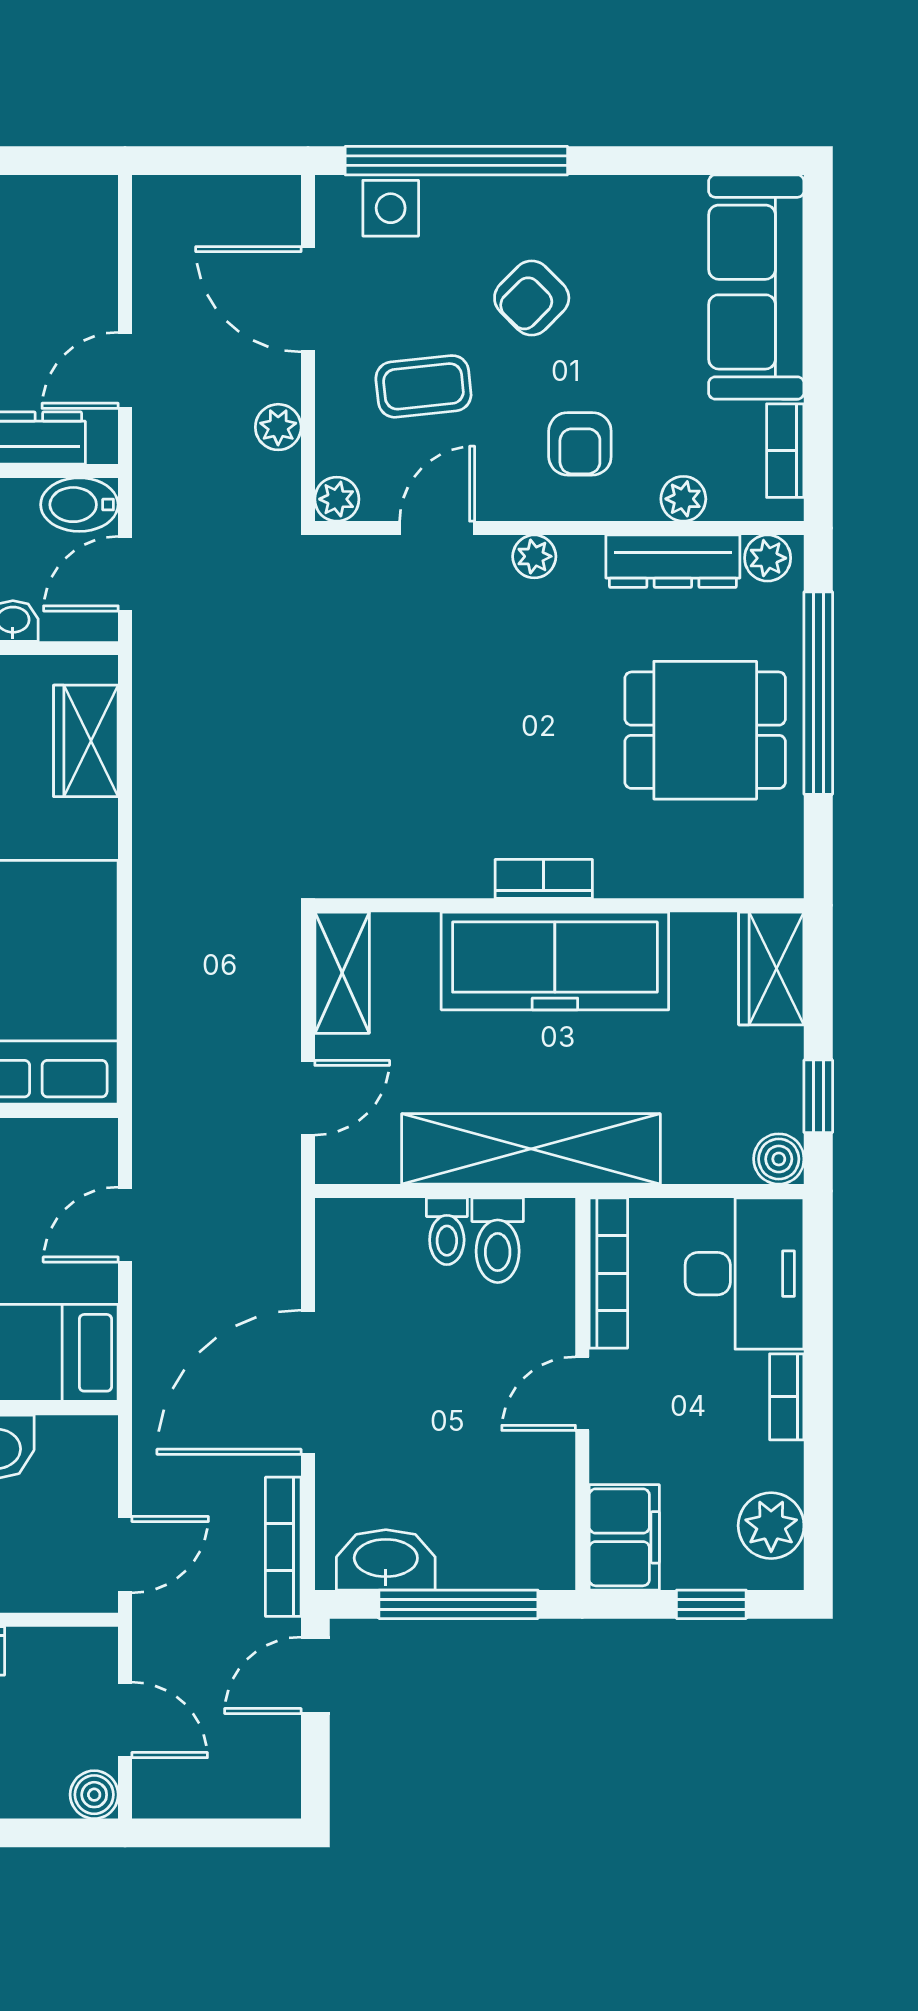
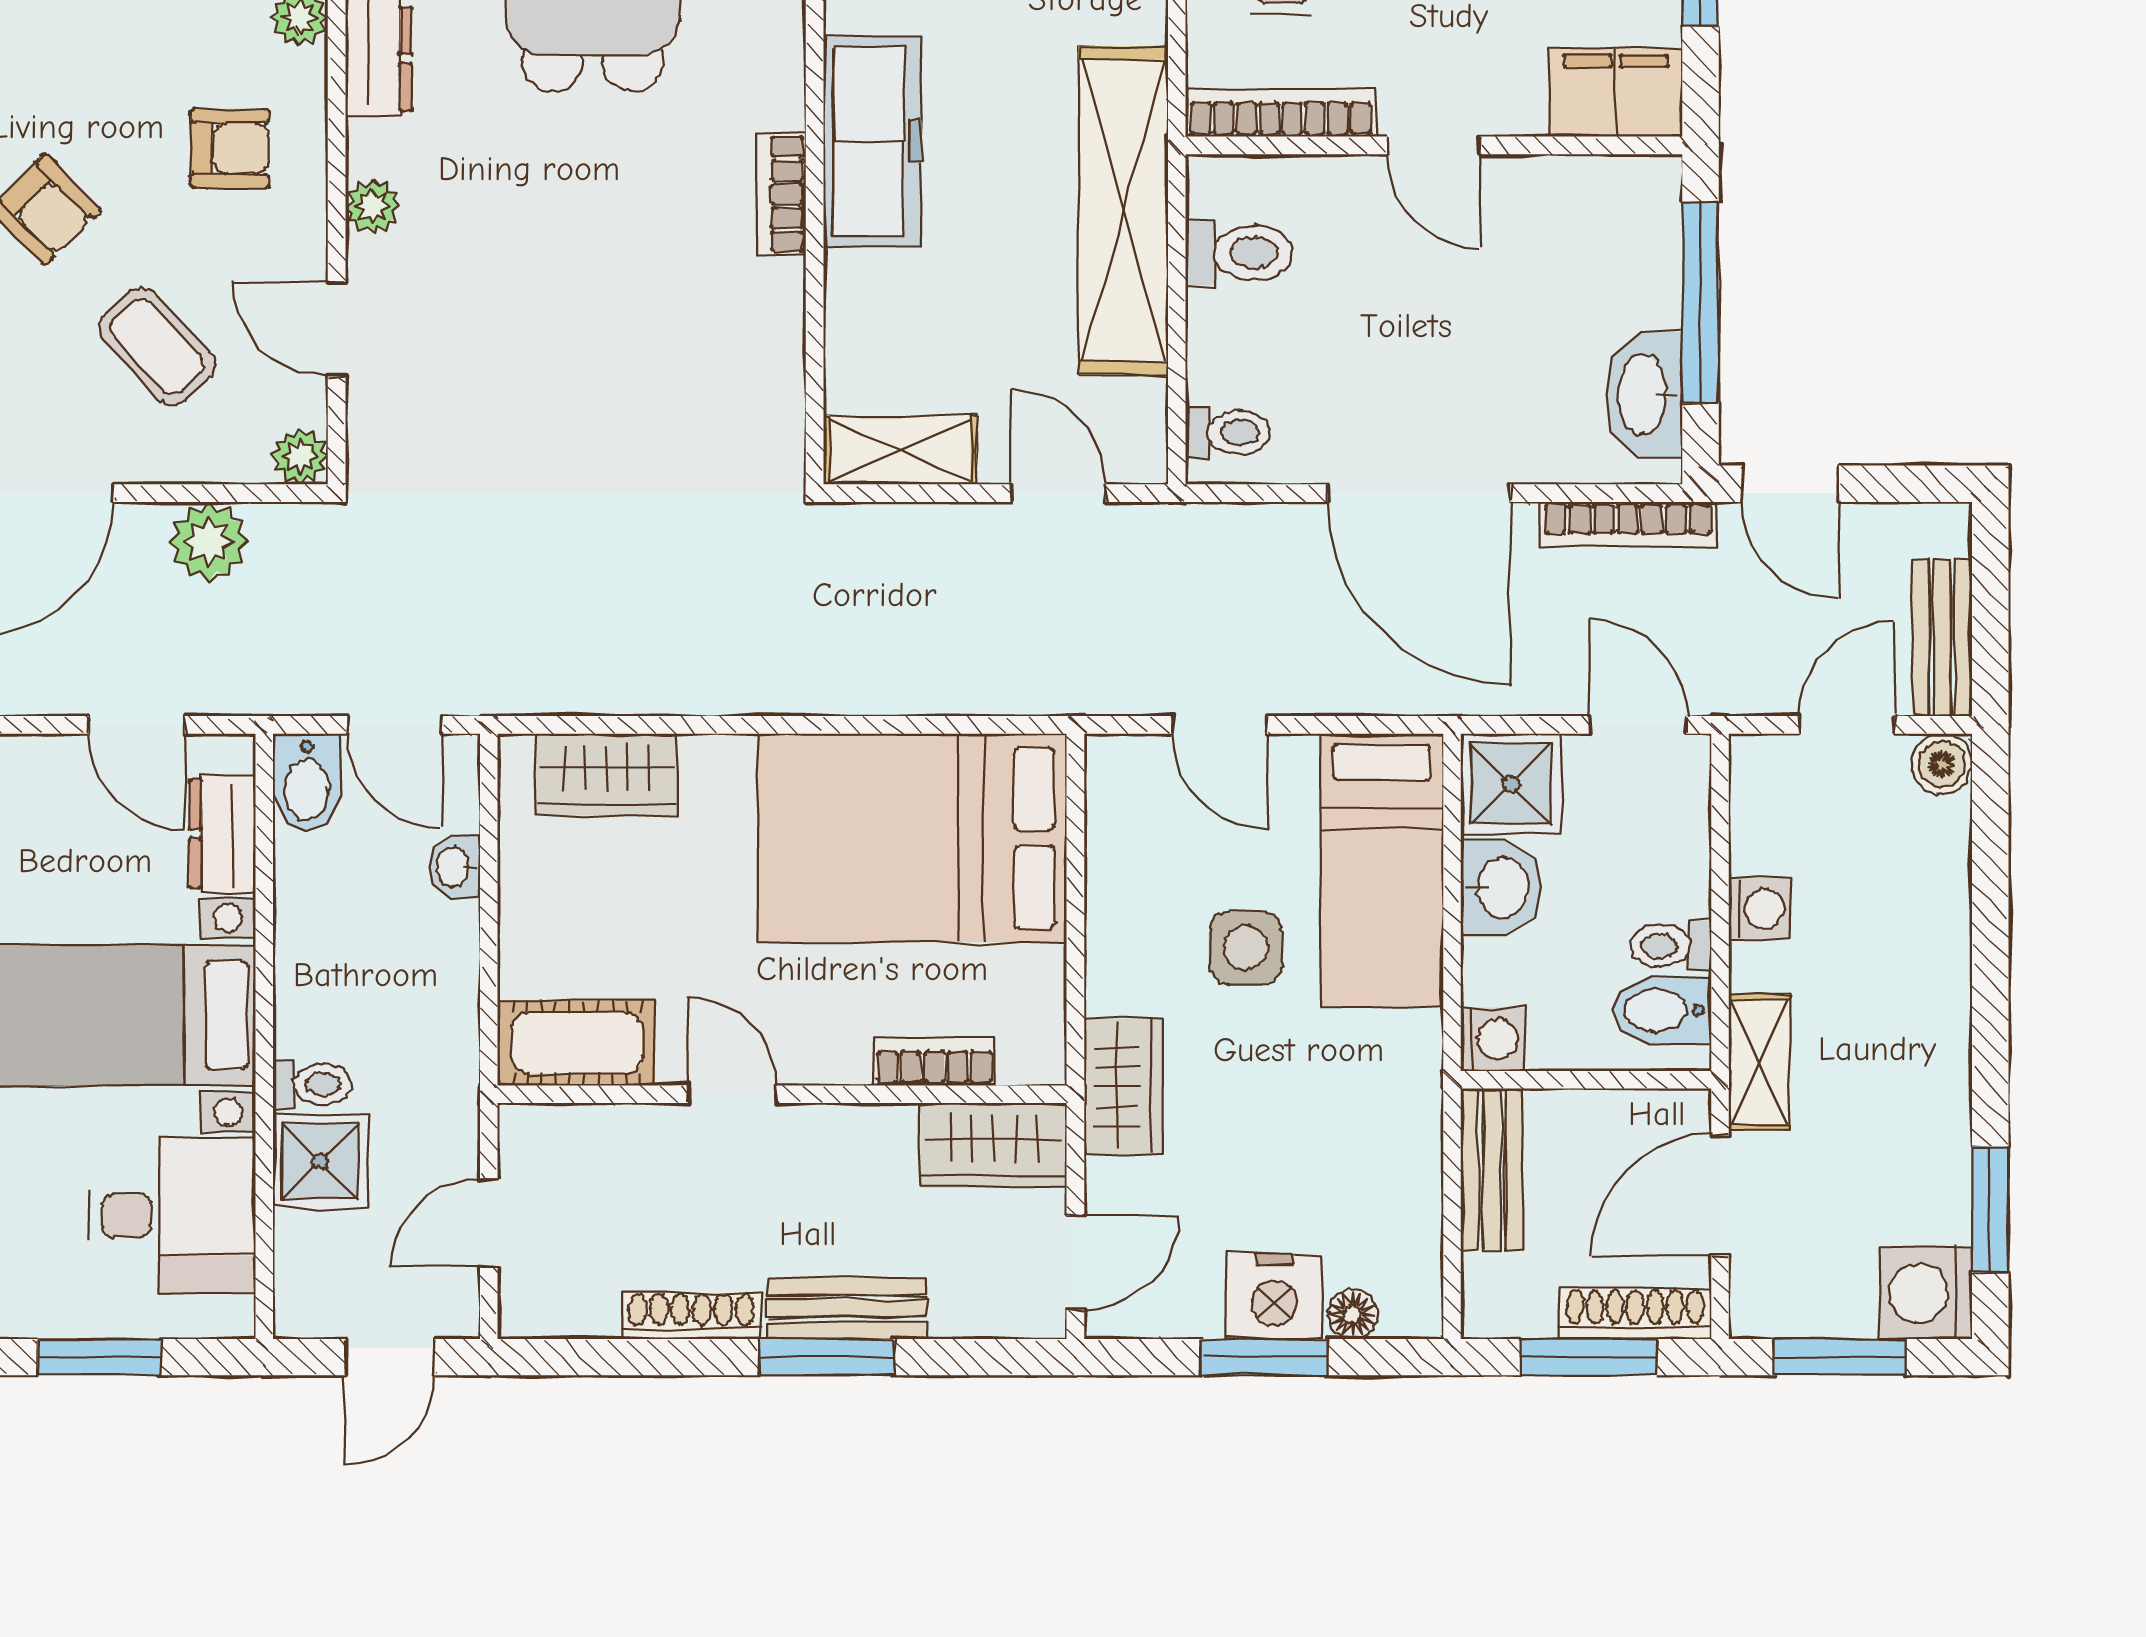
coffee table: (423, 386) -> (157, 347), turned -37
plant: (278, 427) -> (209, 542), width x1.38, depth x1.38
freezer: (555, 961) -> (872, 142), width x0.73, depth x0.79
toilet: (447, 1231) -> (1228, 432), moved
shower: (78, 1455) -> (1511, 784), added
bench: (194, 1795) -> (1942, 638), added

